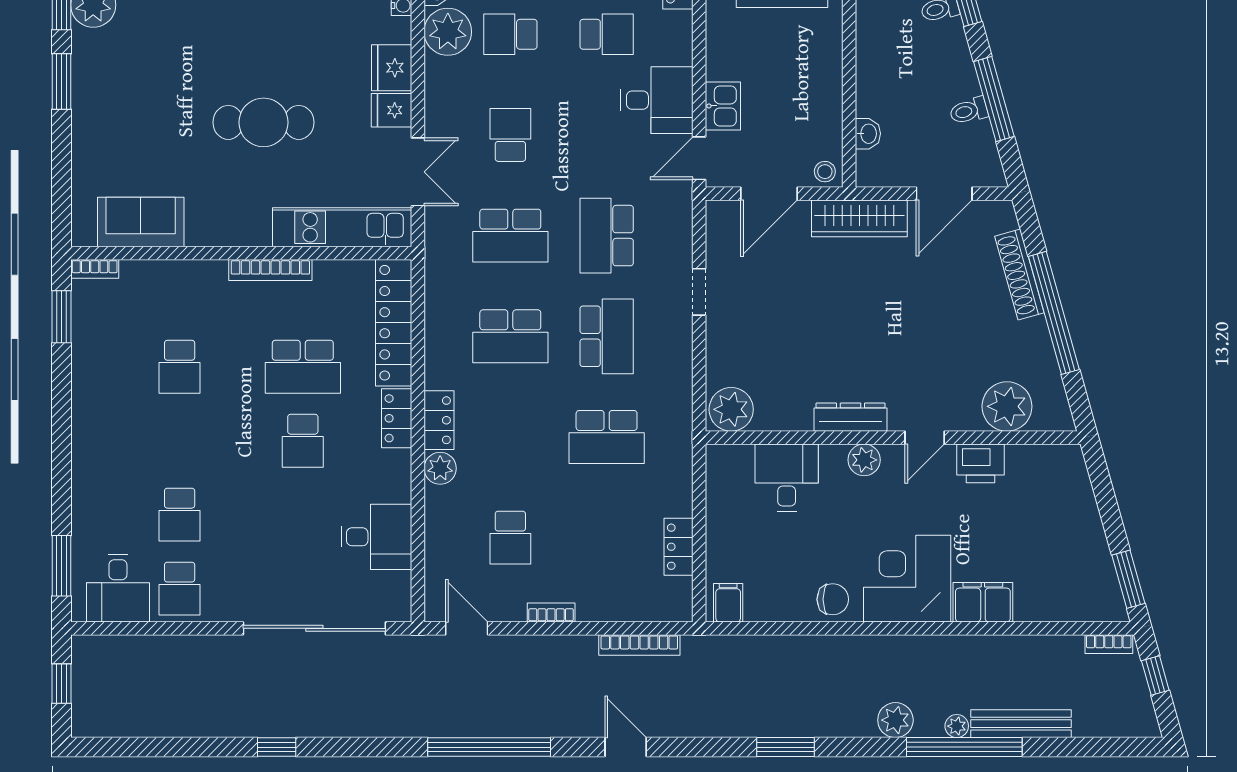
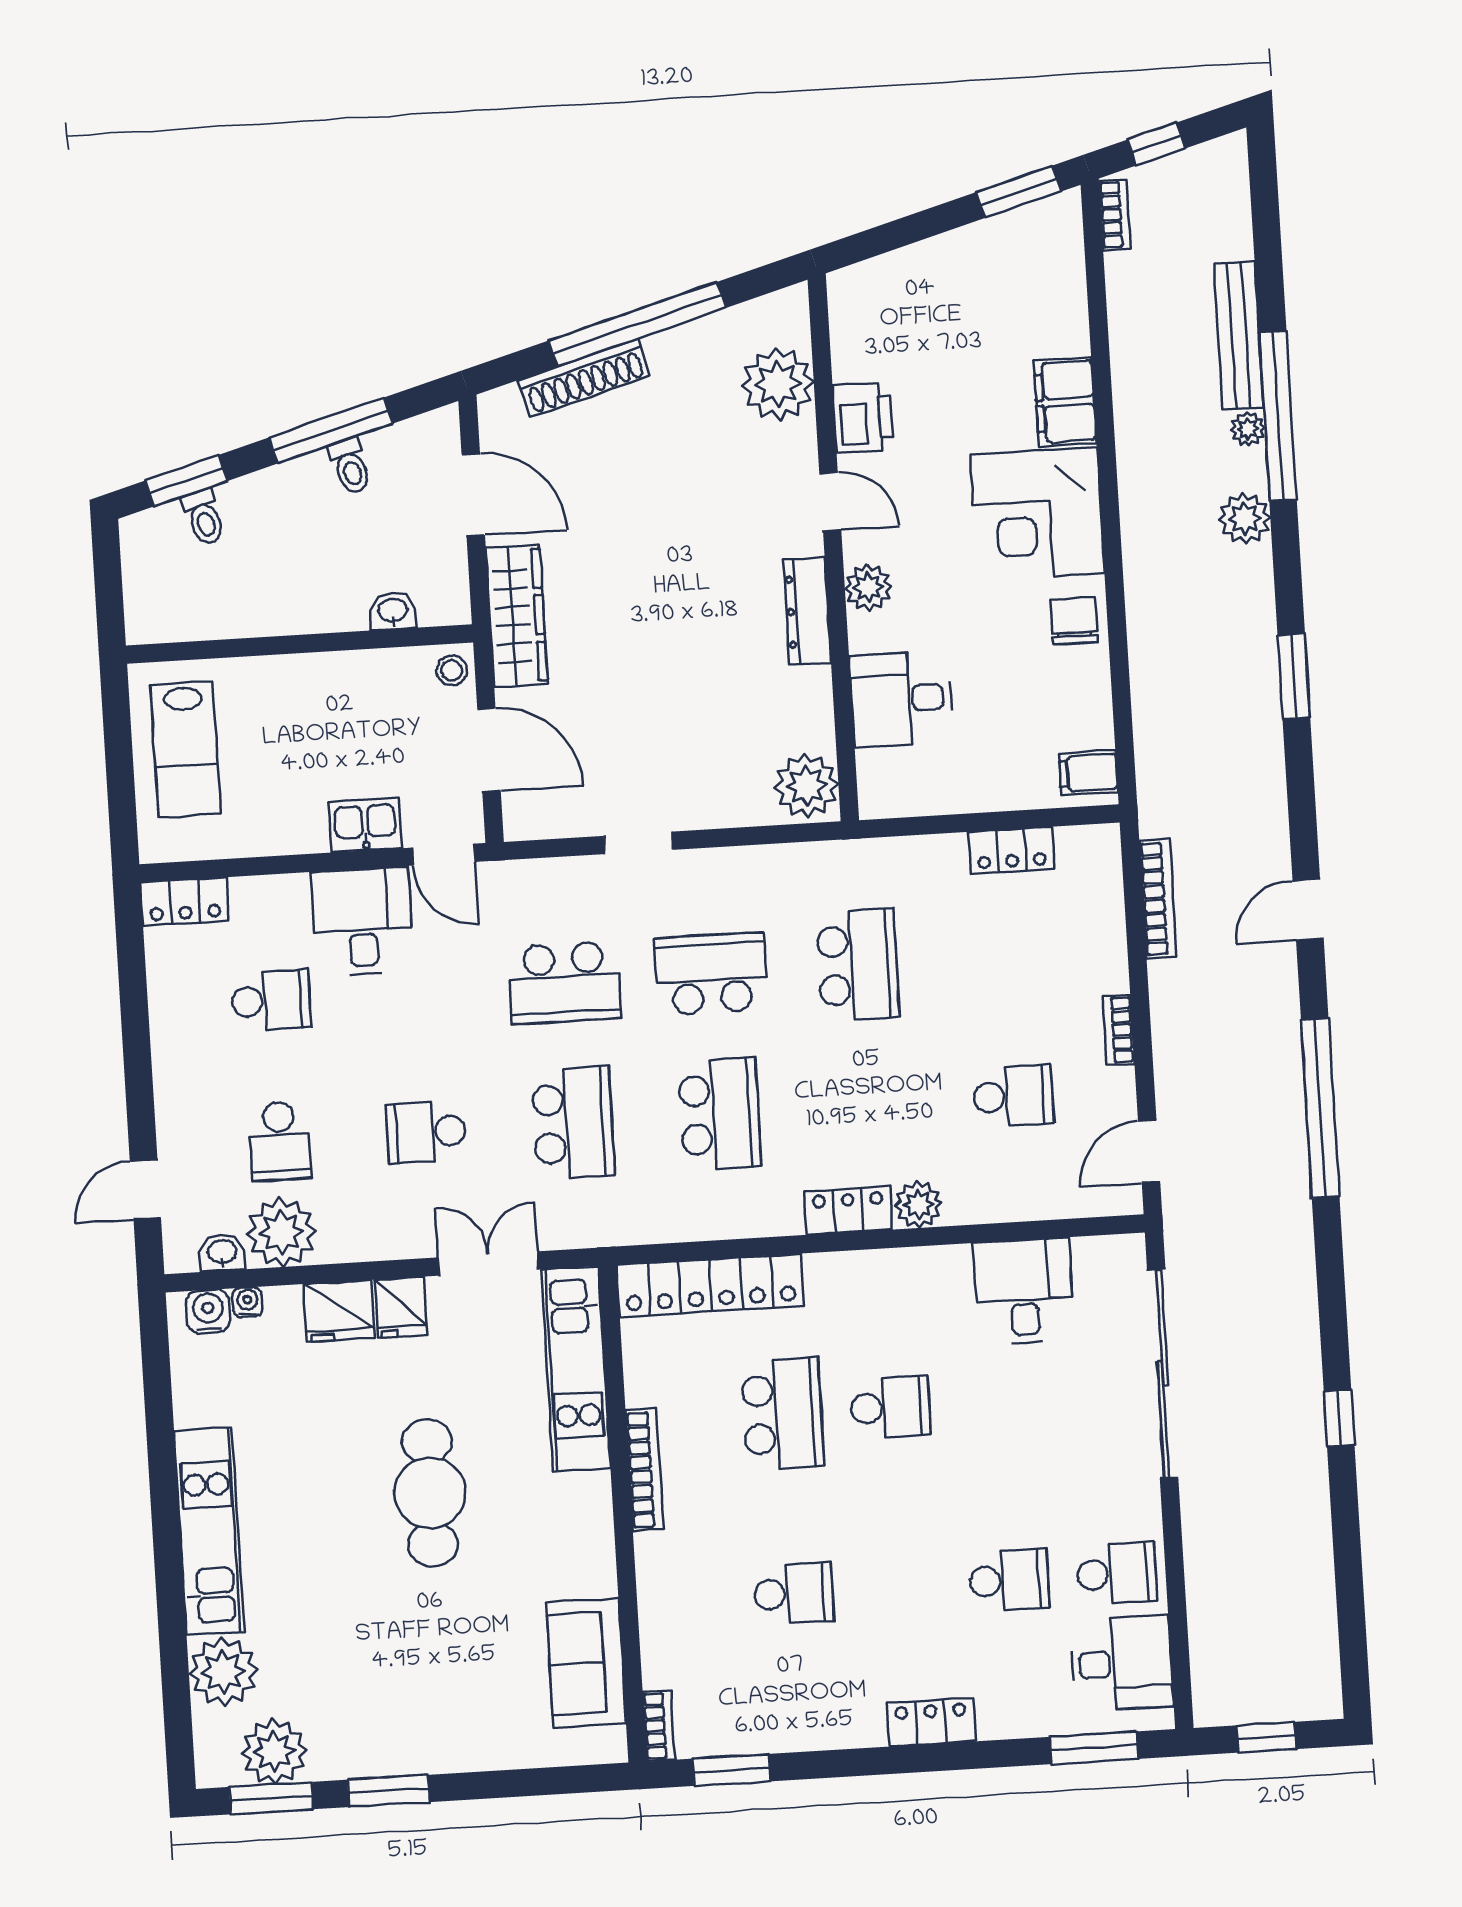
school desk: (607, 34) -> (271, 1001), turned 90
locker: (397, 418) -> (931, 1722), moved, turned 180

